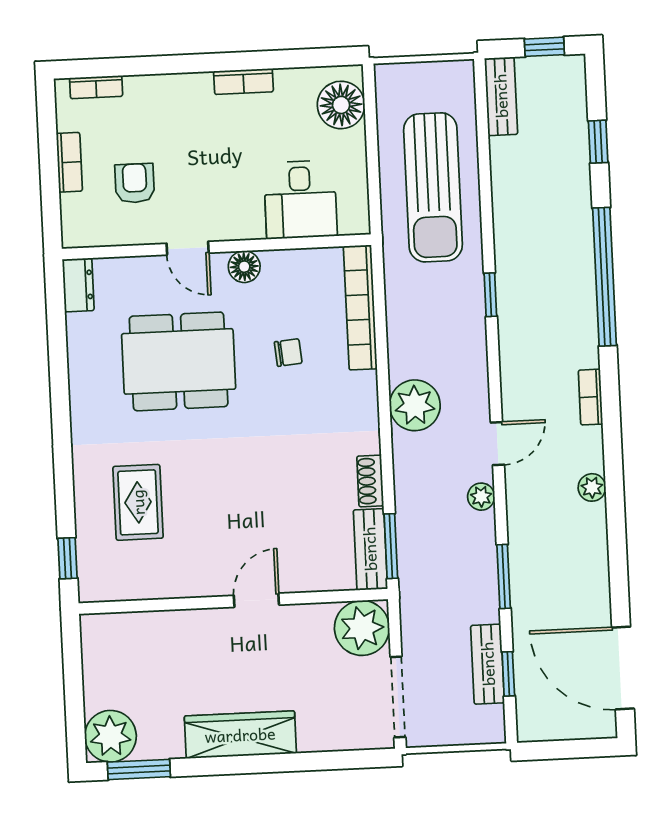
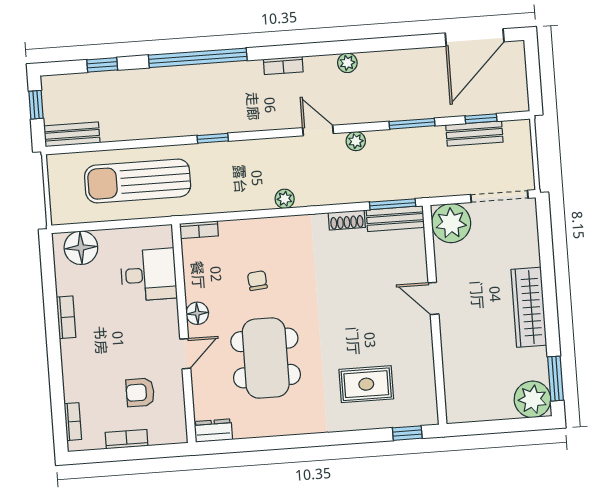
sun lounger: (433, 187) -> (138, 181), turned 180
bookcase: (360, 307) -> (199, 230), width x0.43, depth x0.76
plant: (415, 405) -> (285, 199), width x0.53, depth x0.53

